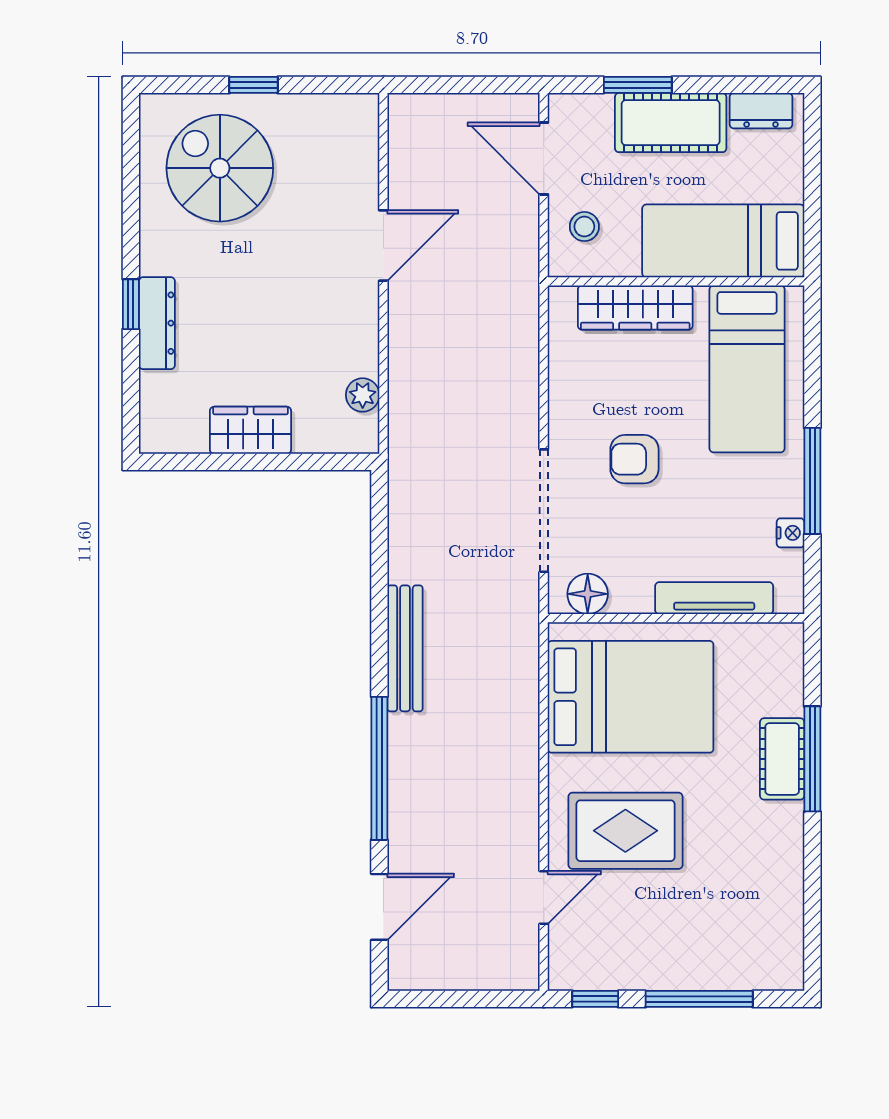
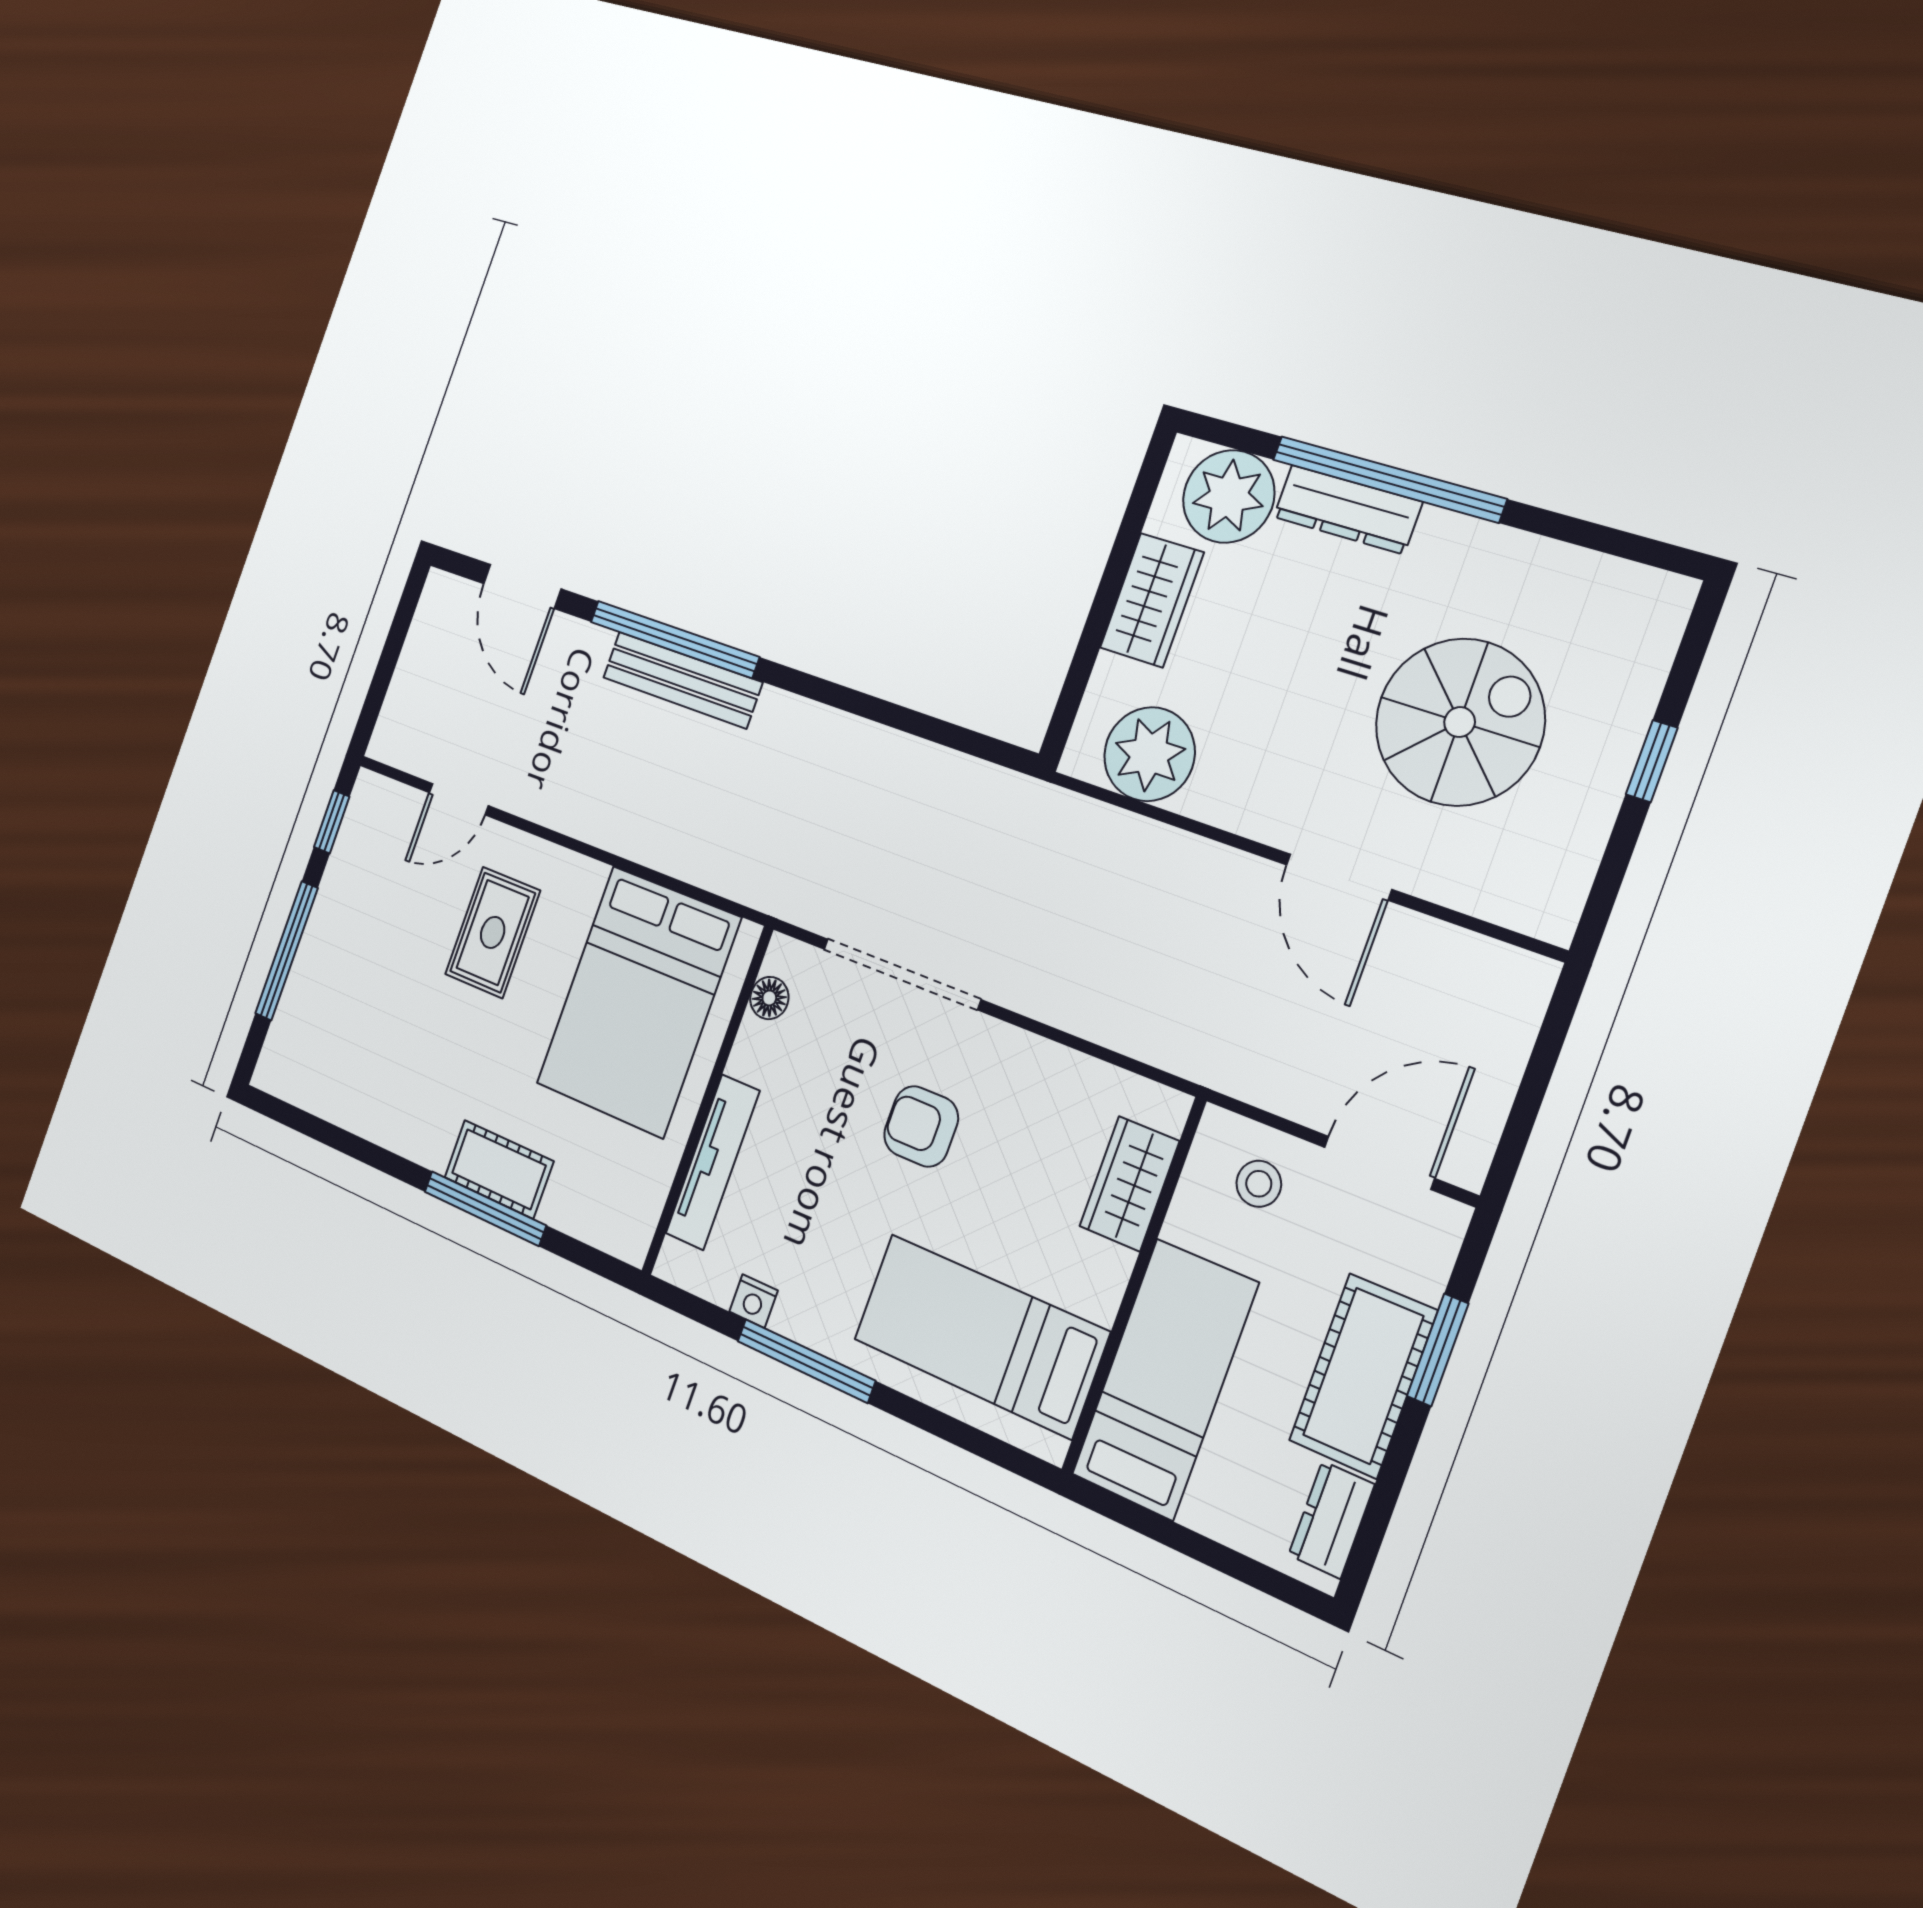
spiral stairs: (220, 168) -> (1460, 722), moved
window: (131, 304) -> (1388, 479), width x3.17
wardrobe: (635, 308) -> (1129, 1184), width x0.67
plant: (363, 395) -> (1149, 754), width x1.87, depth x1.87
plant: (170, 404) -> (1229, 496), added
armchair: (634, 459) -> (921, 1126), turned -90
floor lamp: (588, 594) -> (769, 998), width x0.73, depth x0.73
bench: (405, 648) -> (682, 680), moved
rug: (625, 831) -> (493, 932), width x0.73, depth x0.70
door: (544, 897) -> (459, 799), hinge flipped

